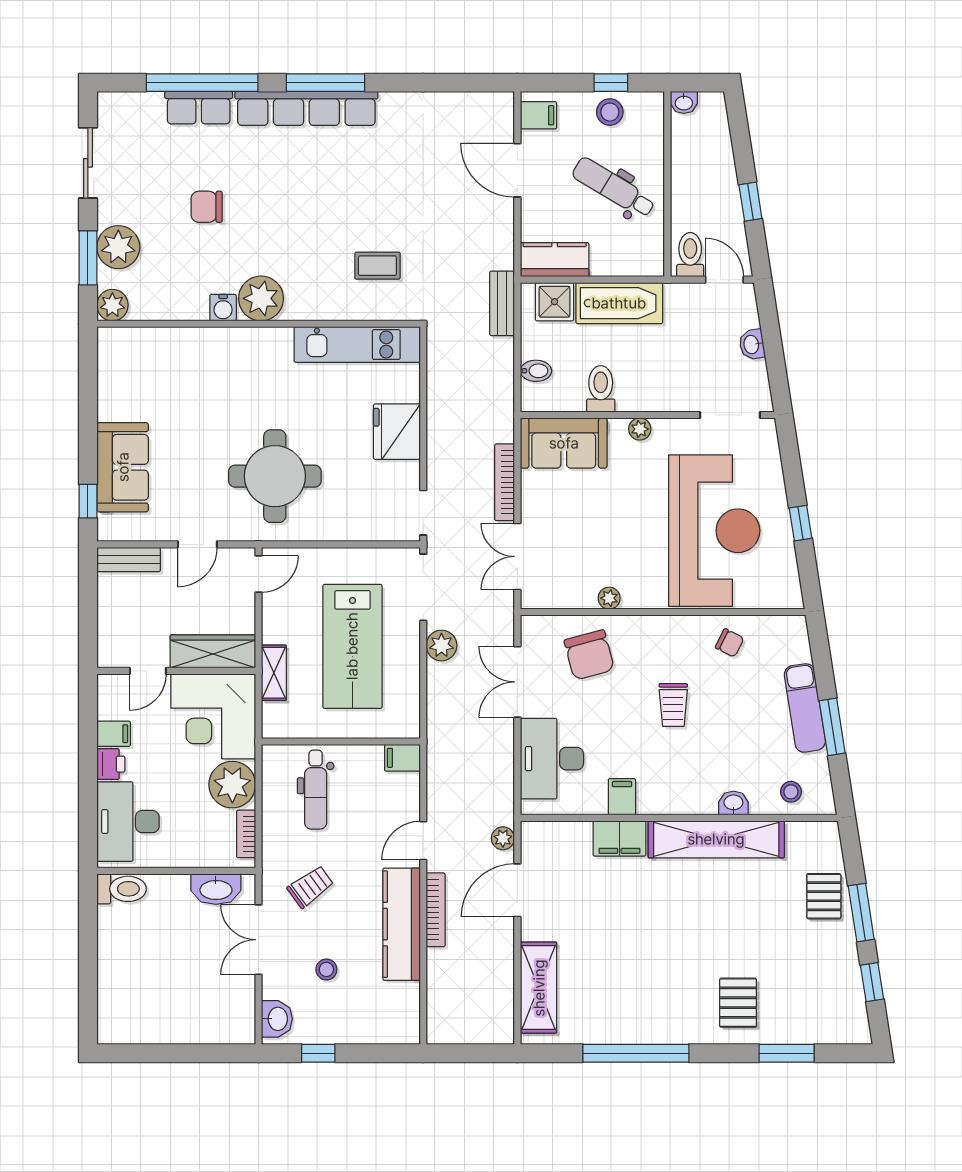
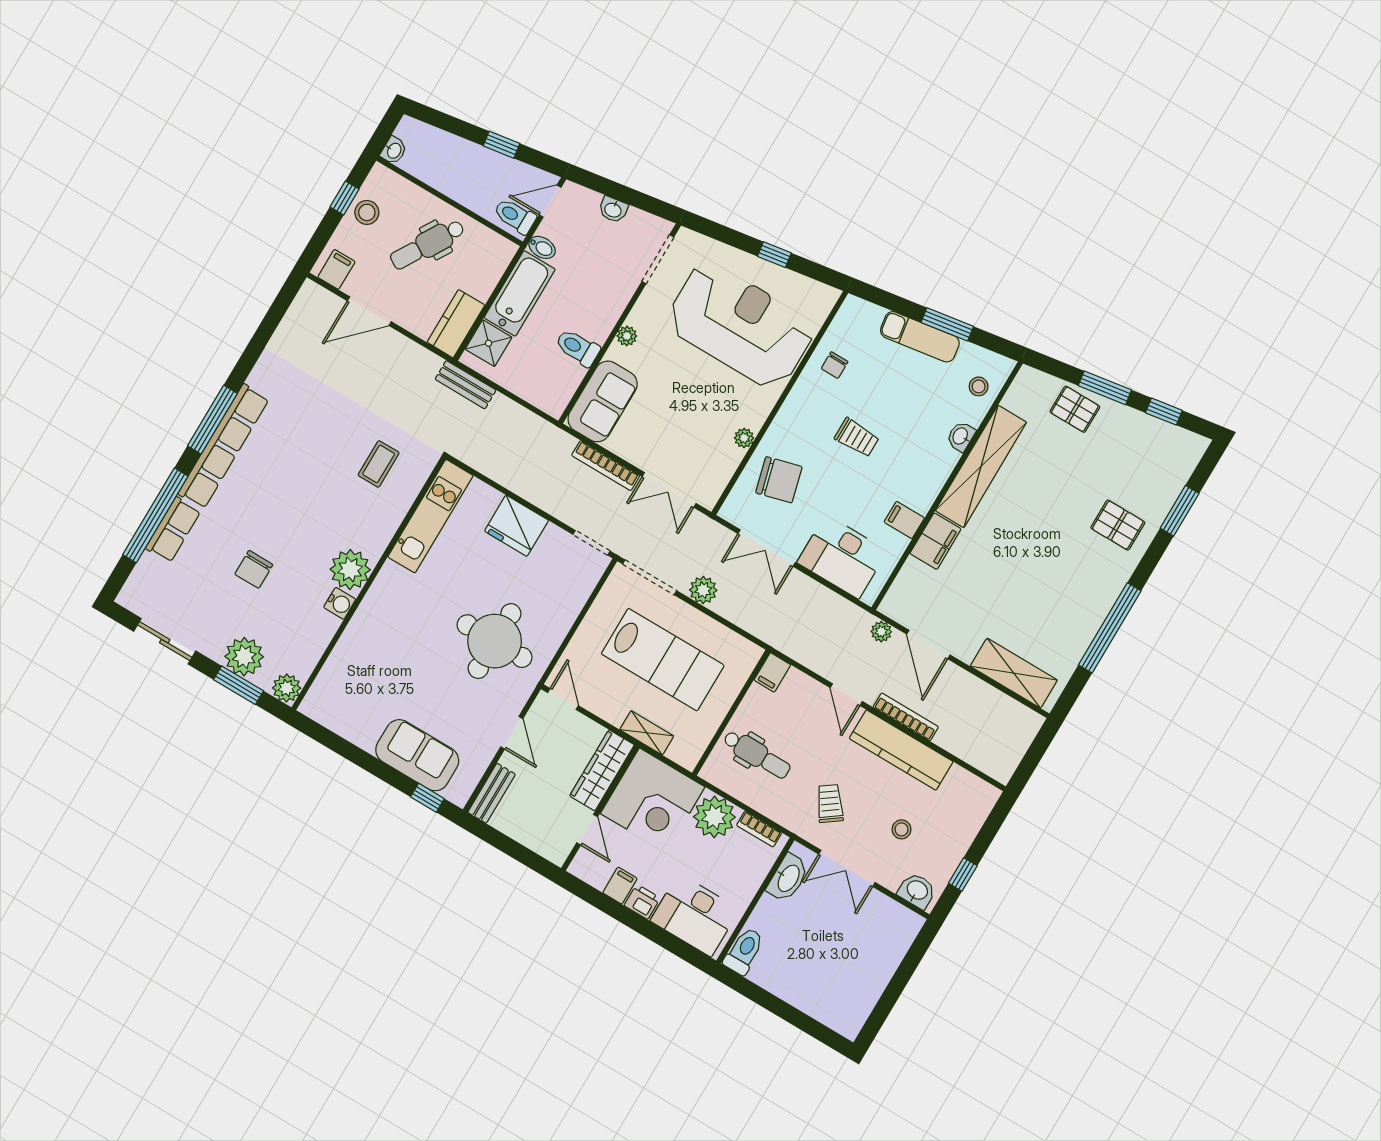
bidet: (536, 371) -> (542, 247), moved, turned 90
chair: (730, 643) -> (835, 365), turned 153

